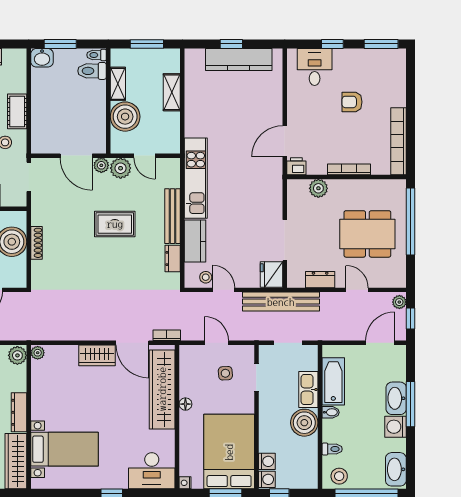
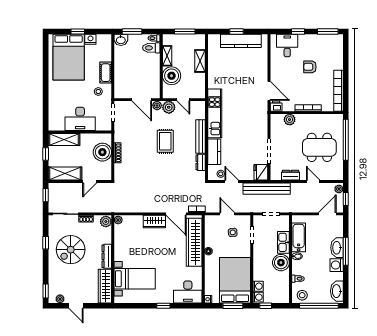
door: (285, 141) -> (269, 91), swing flipped
rug: (115, 224) -> (165, 141), turned 90

